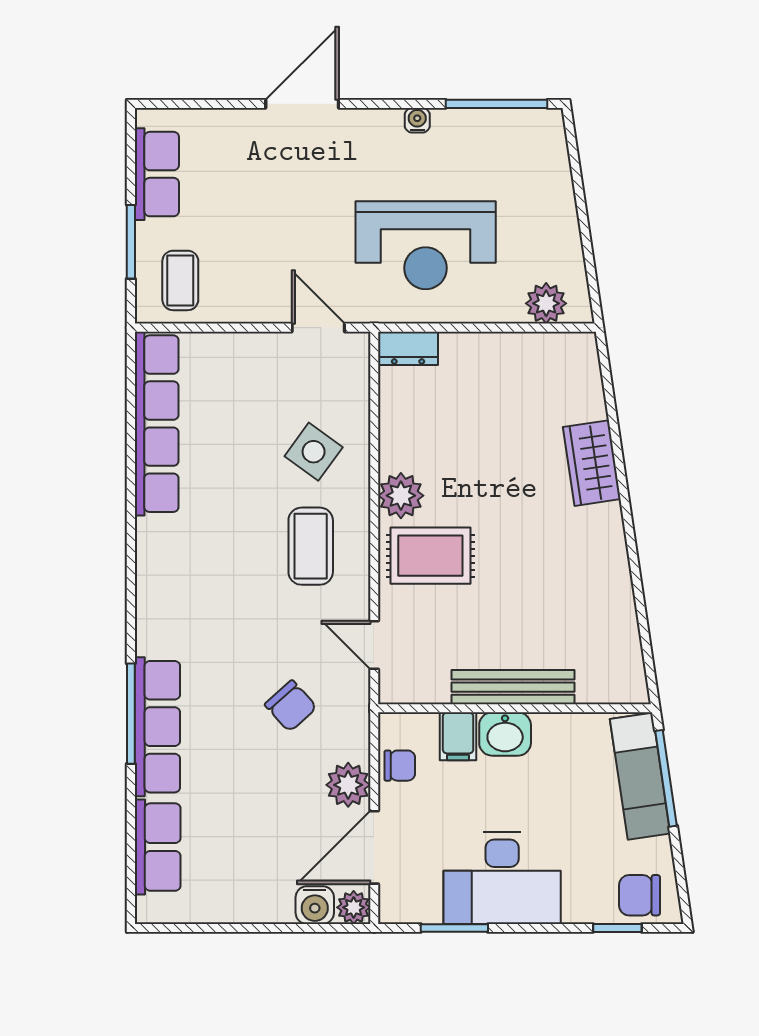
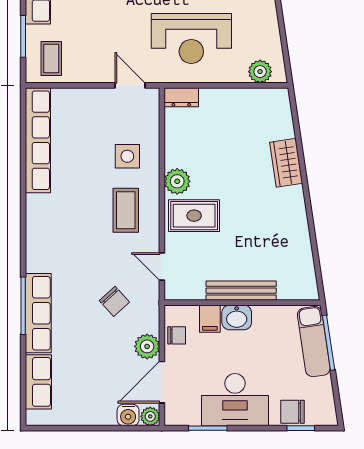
side table: (314, 452) -> (127, 156), turned -36
chair: (640, 895) -> (293, 412), moved

